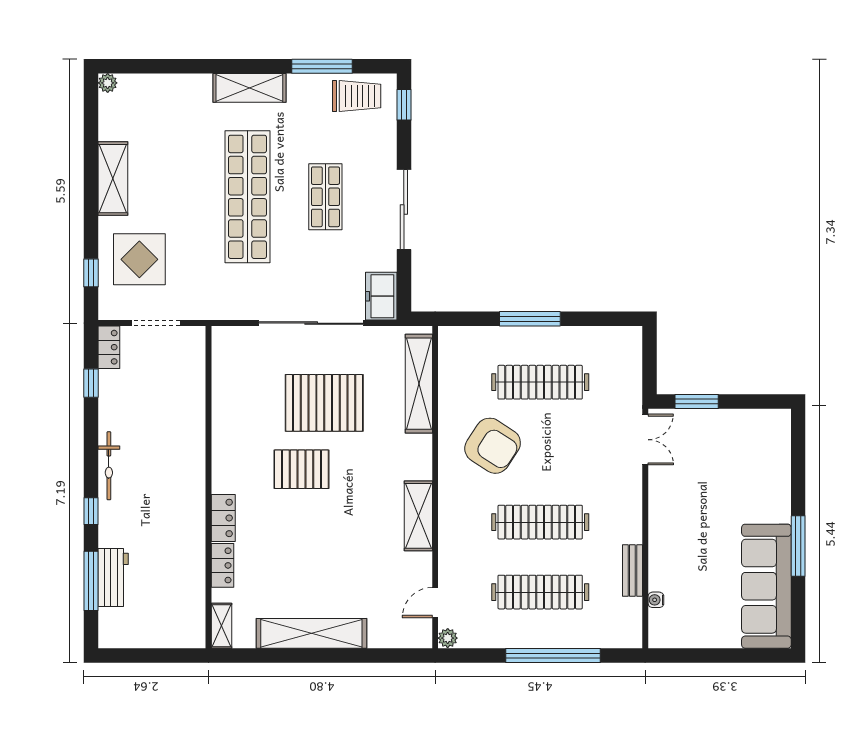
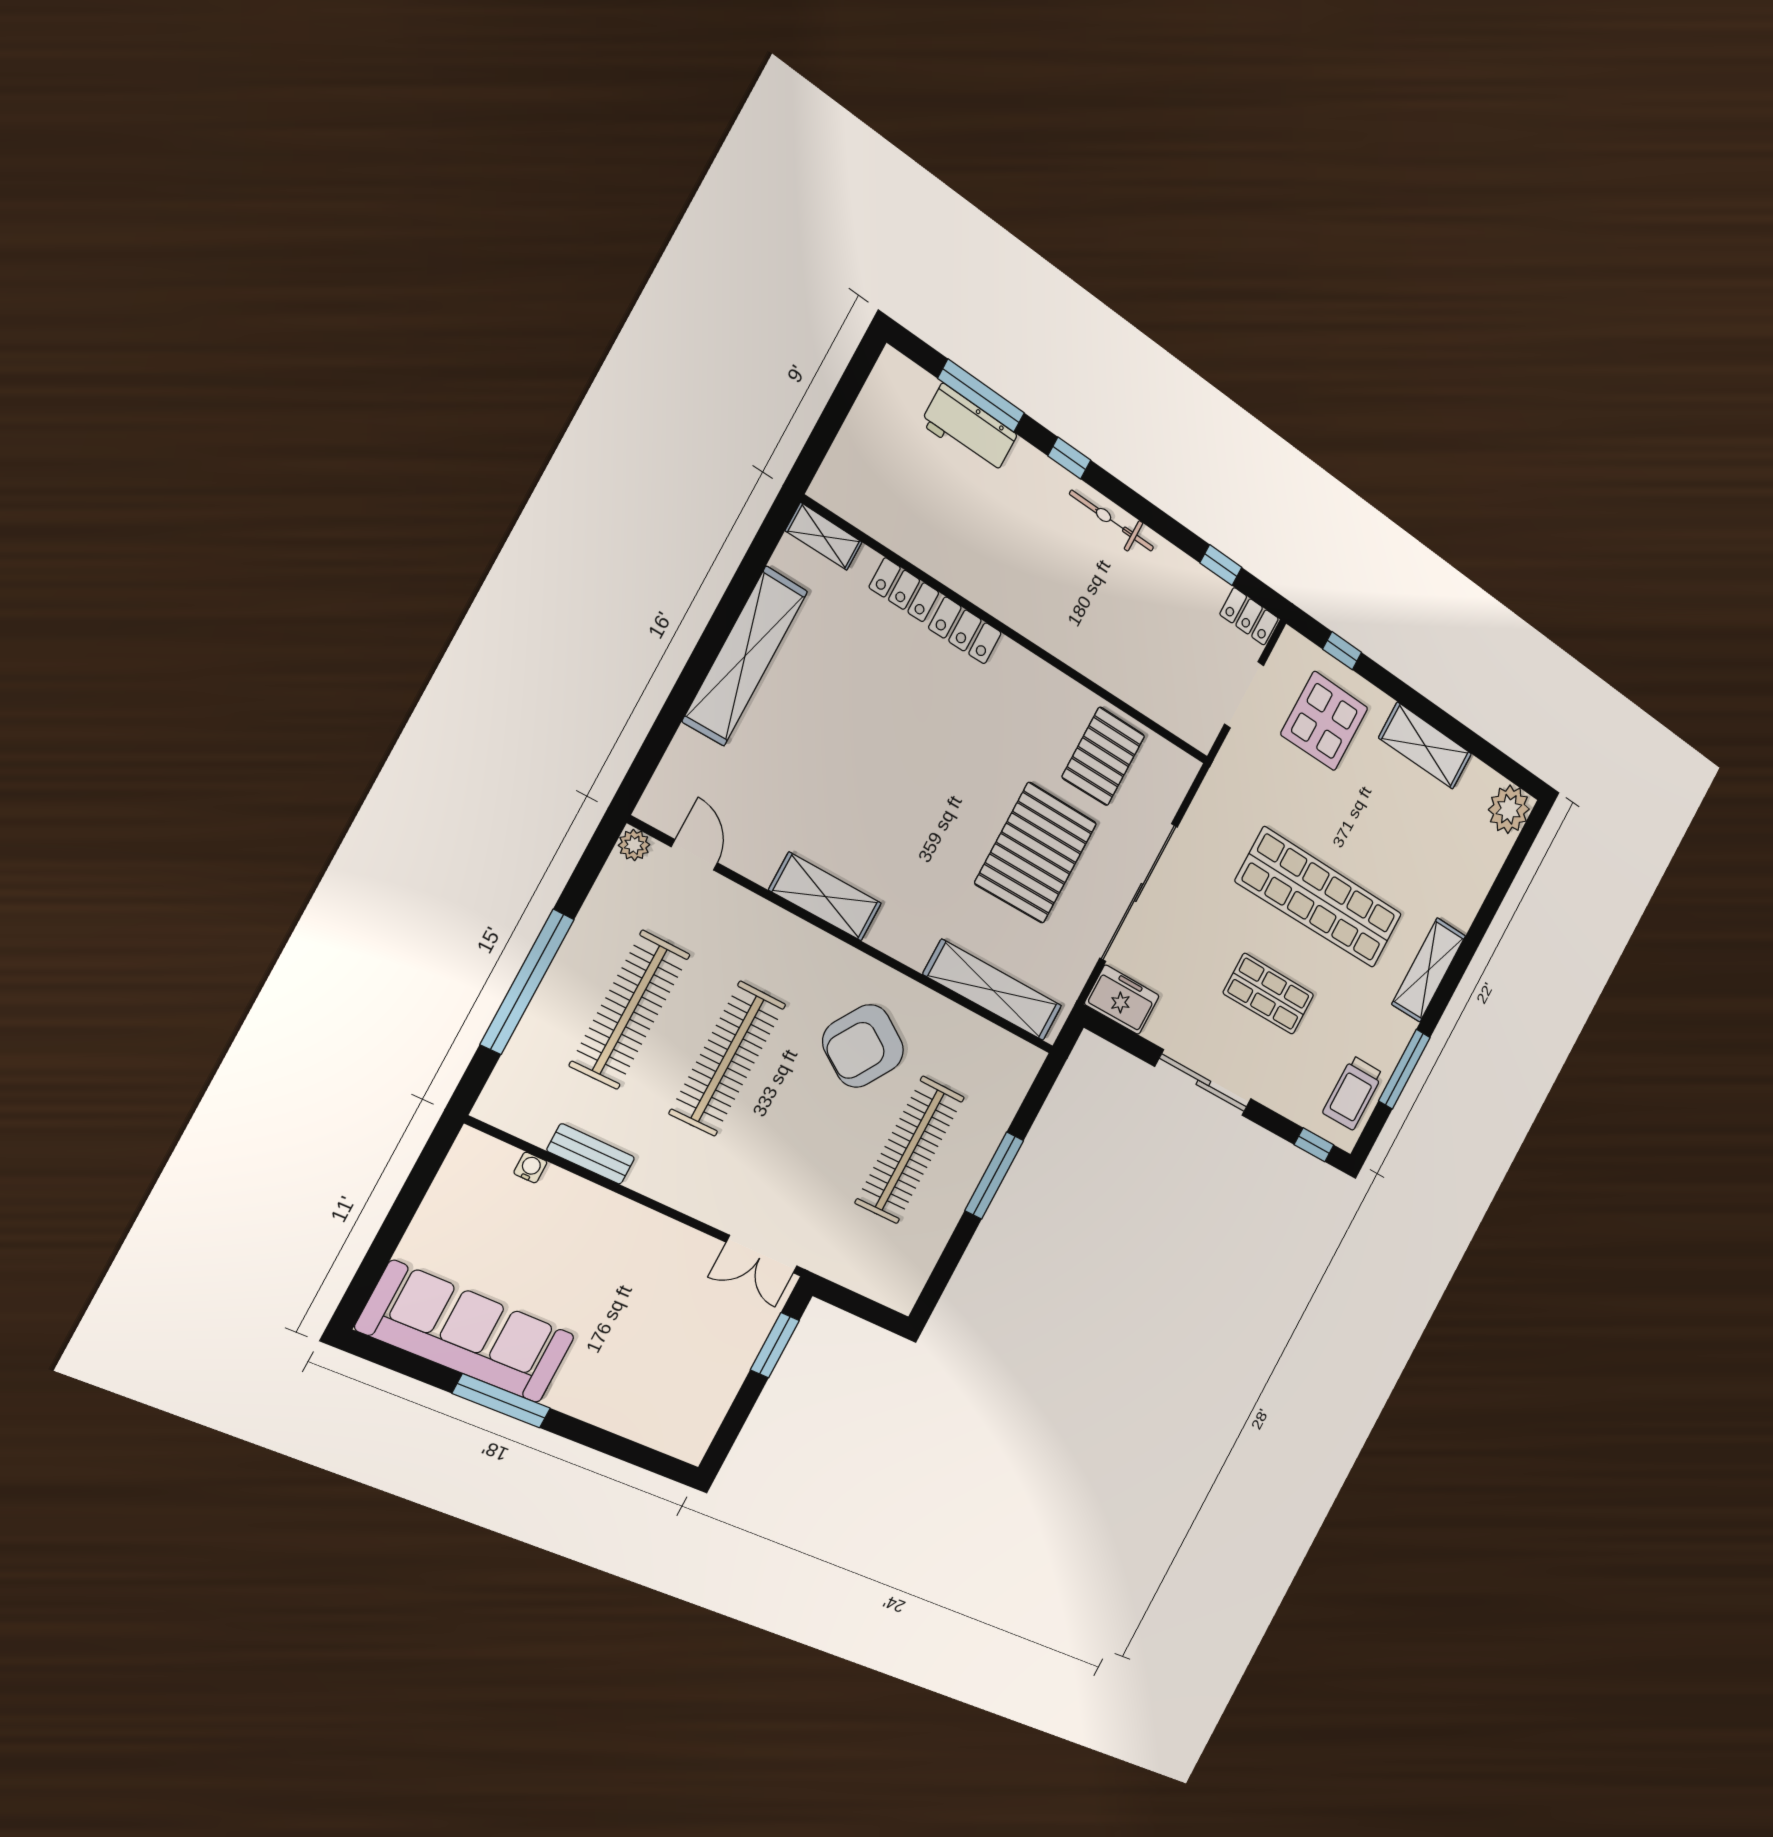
plant: (108, 83) -> (1509, 809), width x1.88, depth x1.88
pallet: (301, 469) -> (1103, 756), moved

